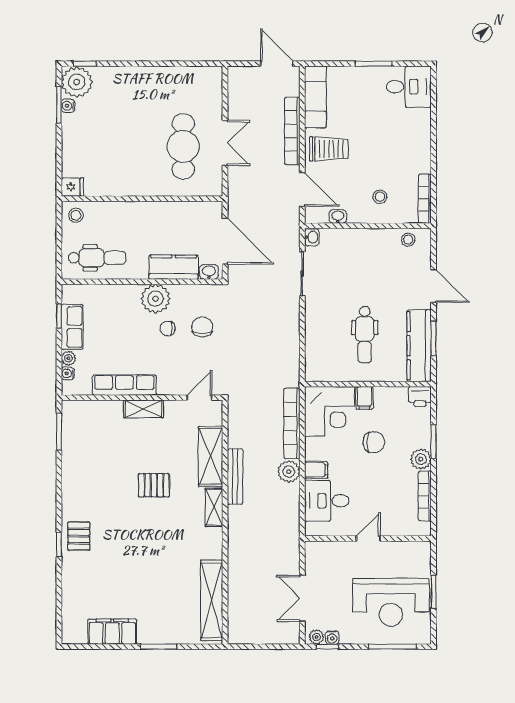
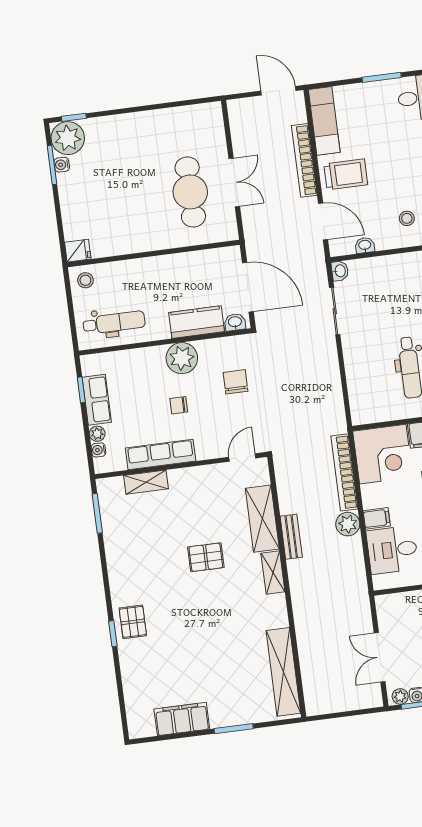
chair: (168, 329) -> (179, 405), moved
shelving: (143, 409) -> (146, 482), moved
bench: (235, 477) -> (291, 537), width x0.73

